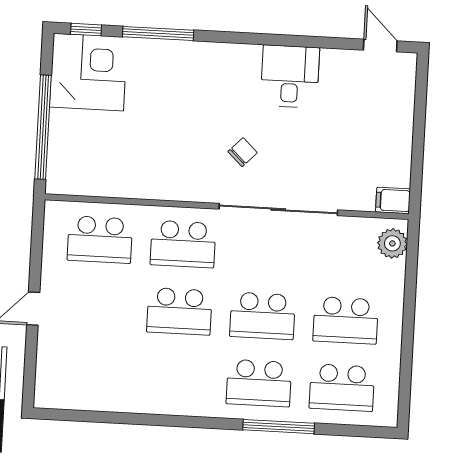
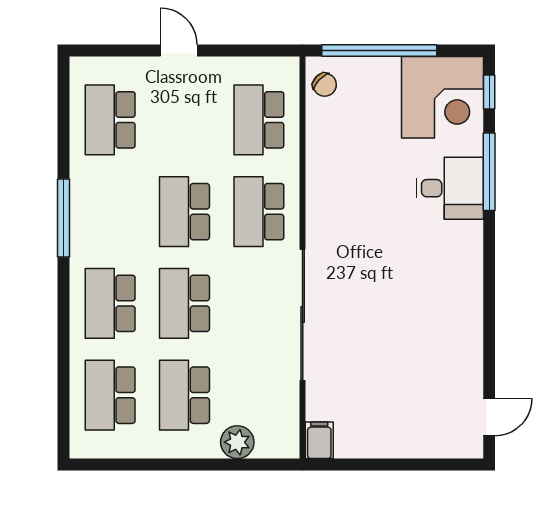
desk: (290, 76) -> (450, 188), moved
chair: (243, 152) -> (325, 85), moved
plant: (392, 243) -> (237, 442), moved
school desk: (93, 374) -> (110, 120), added
window: (279, 427) -> (63, 218), moved

